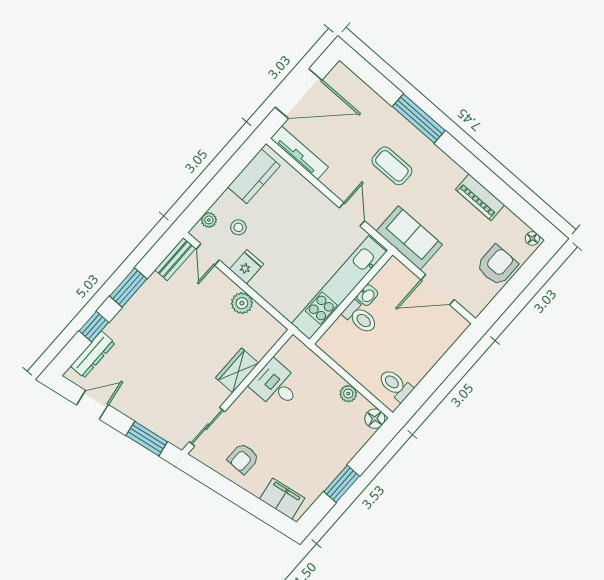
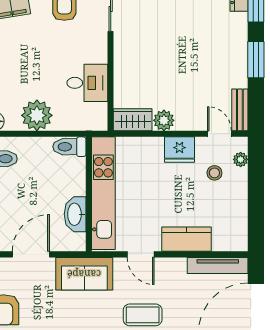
kitchen counter: (254, 176) -> (187, 239), moved, turned 90
fridge: (246, 267) -> (179, 150), width x1.38
washbasin: (367, 295) -> (75, 214), width x1.91, depth x1.45
toilet: (360, 317) -> (69, 147), moved
wardrobe: (237, 370) -> (133, 120), moved, turned -90
plant: (348, 394) -> (37, 115), width x1.87, depth x1.87

